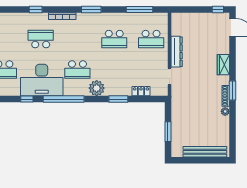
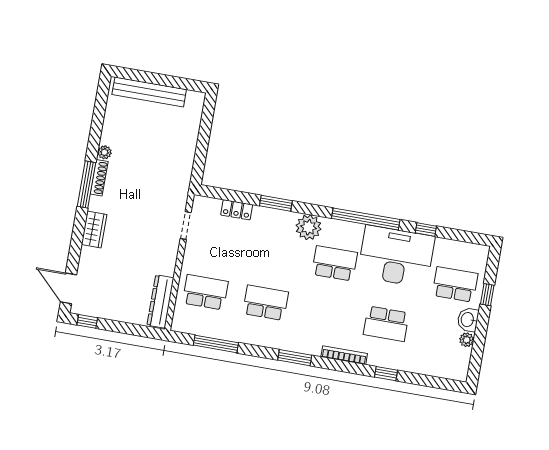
dresser: (177, 52) -> (160, 302), moved
window: (232, 91) -> (87, 184), width x1.44
window: (168, 132) -> (204, 136), removed

